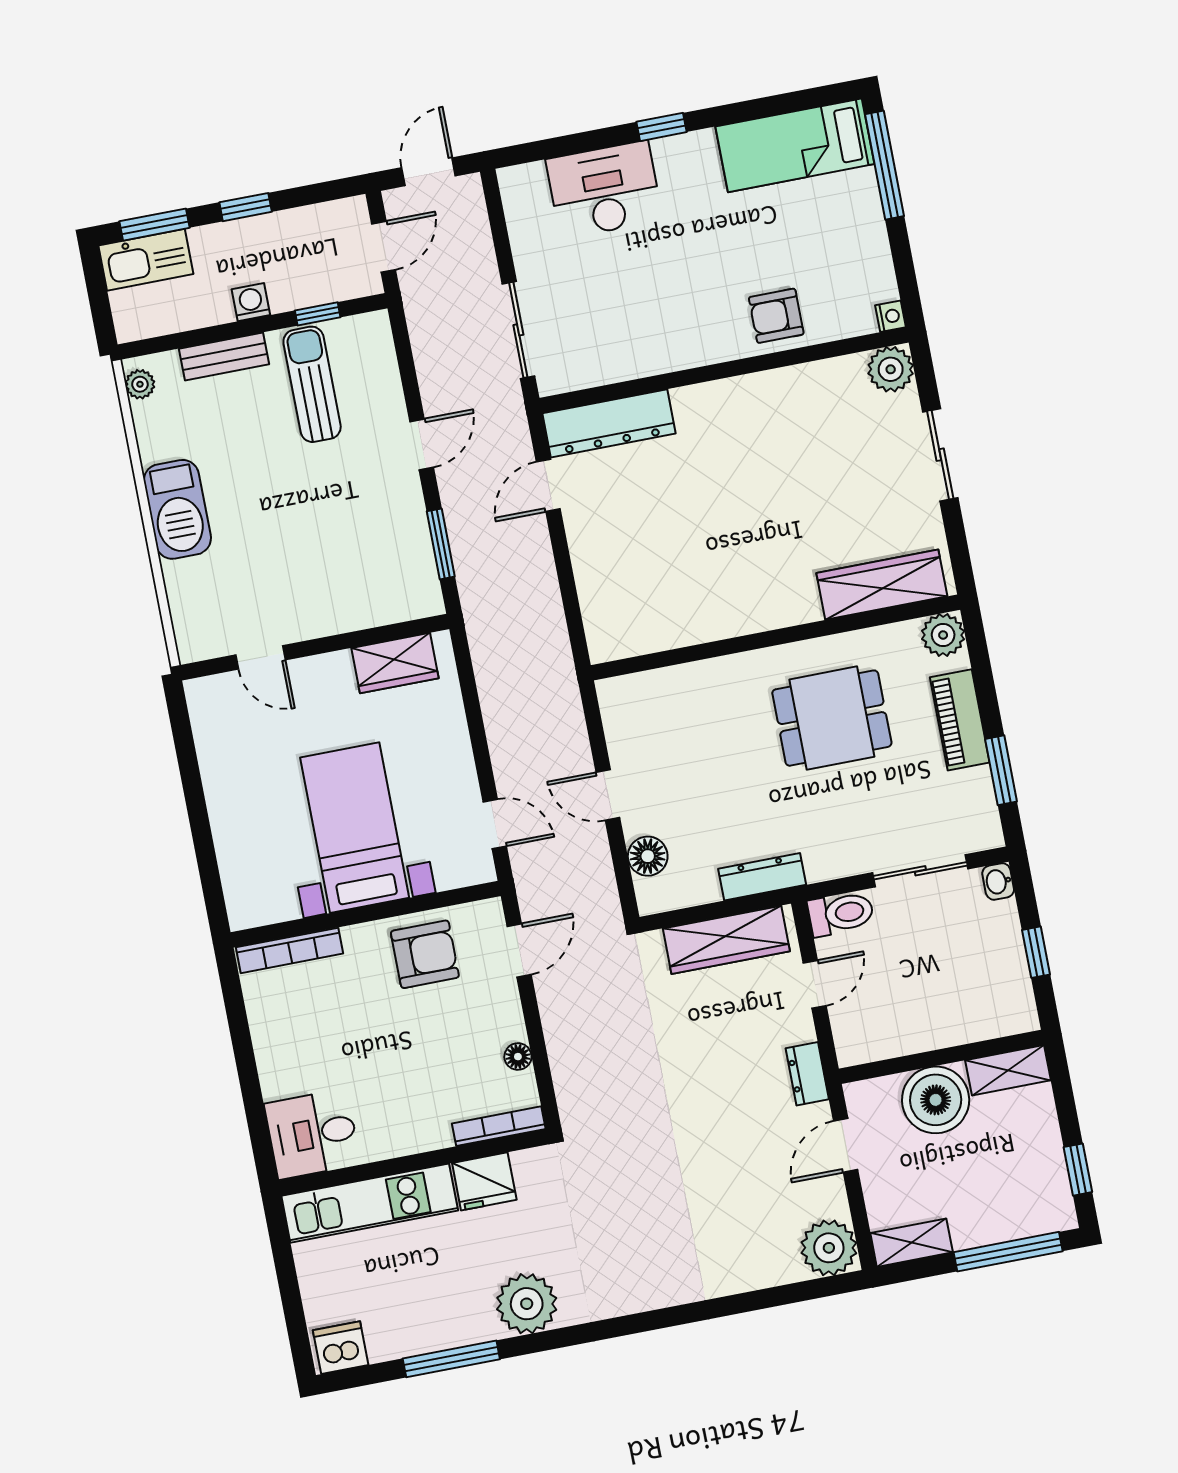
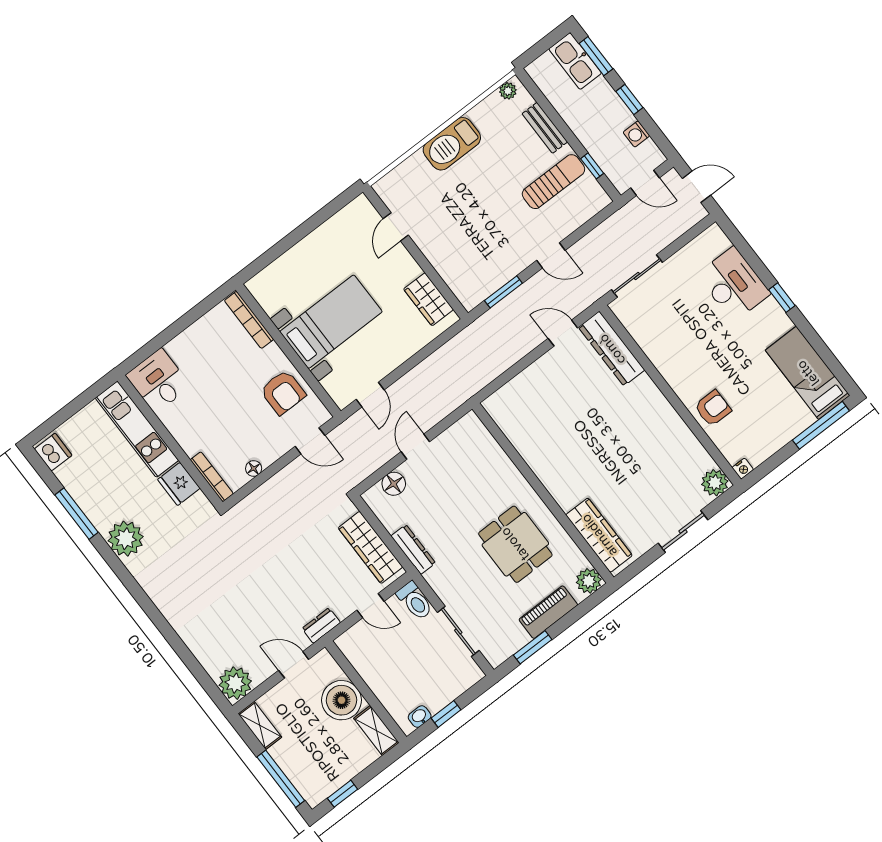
washing machine: (251, 302) -> (636, 134), moved, turned 180
armchair: (776, 316) -> (713, 408), turned 90
washbasin: (998, 882) -> (420, 717), moved

